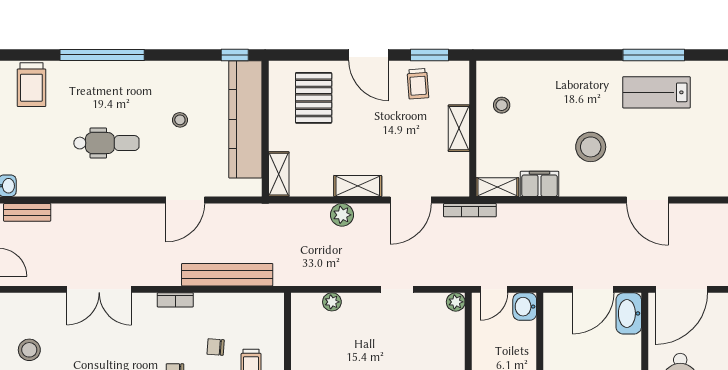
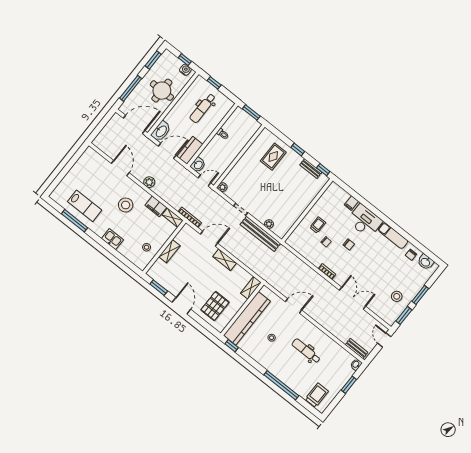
kitchen sink: (568, 74) -> (112, 239), added
trolley: (418, 84) -> (172, 280), removed
plant: (342, 215) -> (149, 182), moved
bench: (227, 275) -> (260, 234), moved
kitchen counter: (557, 320) -> (190, 150), added

